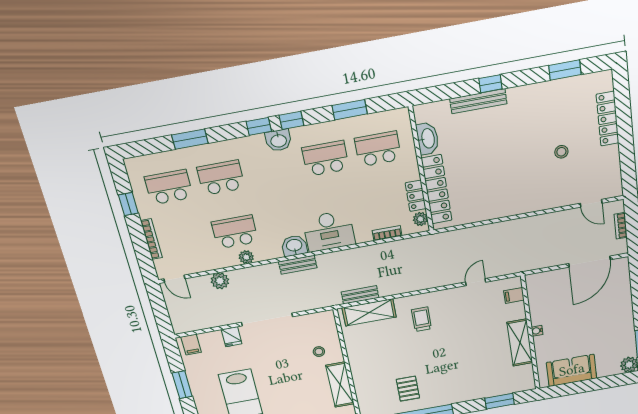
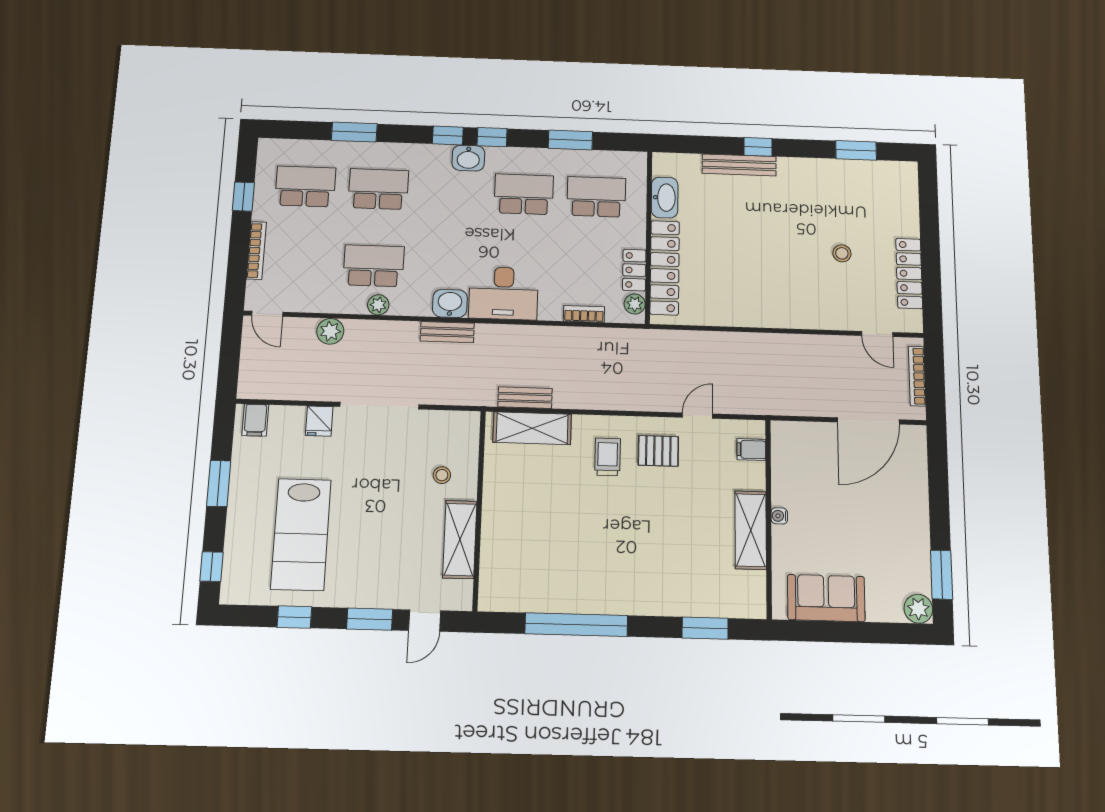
locker: (608, 119) -> (909, 273), moved
bookcase: (621, 226) -> (917, 376), width x1.56
pallet: (408, 389) -> (658, 451), moved, turned 90

